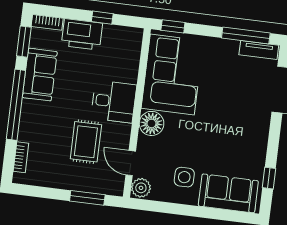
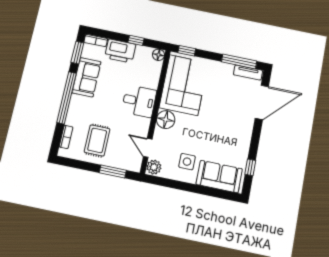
floor lamp: (135, 35) -> (158, 55), added
rug: (86, 142) -> (97, 140), moved

